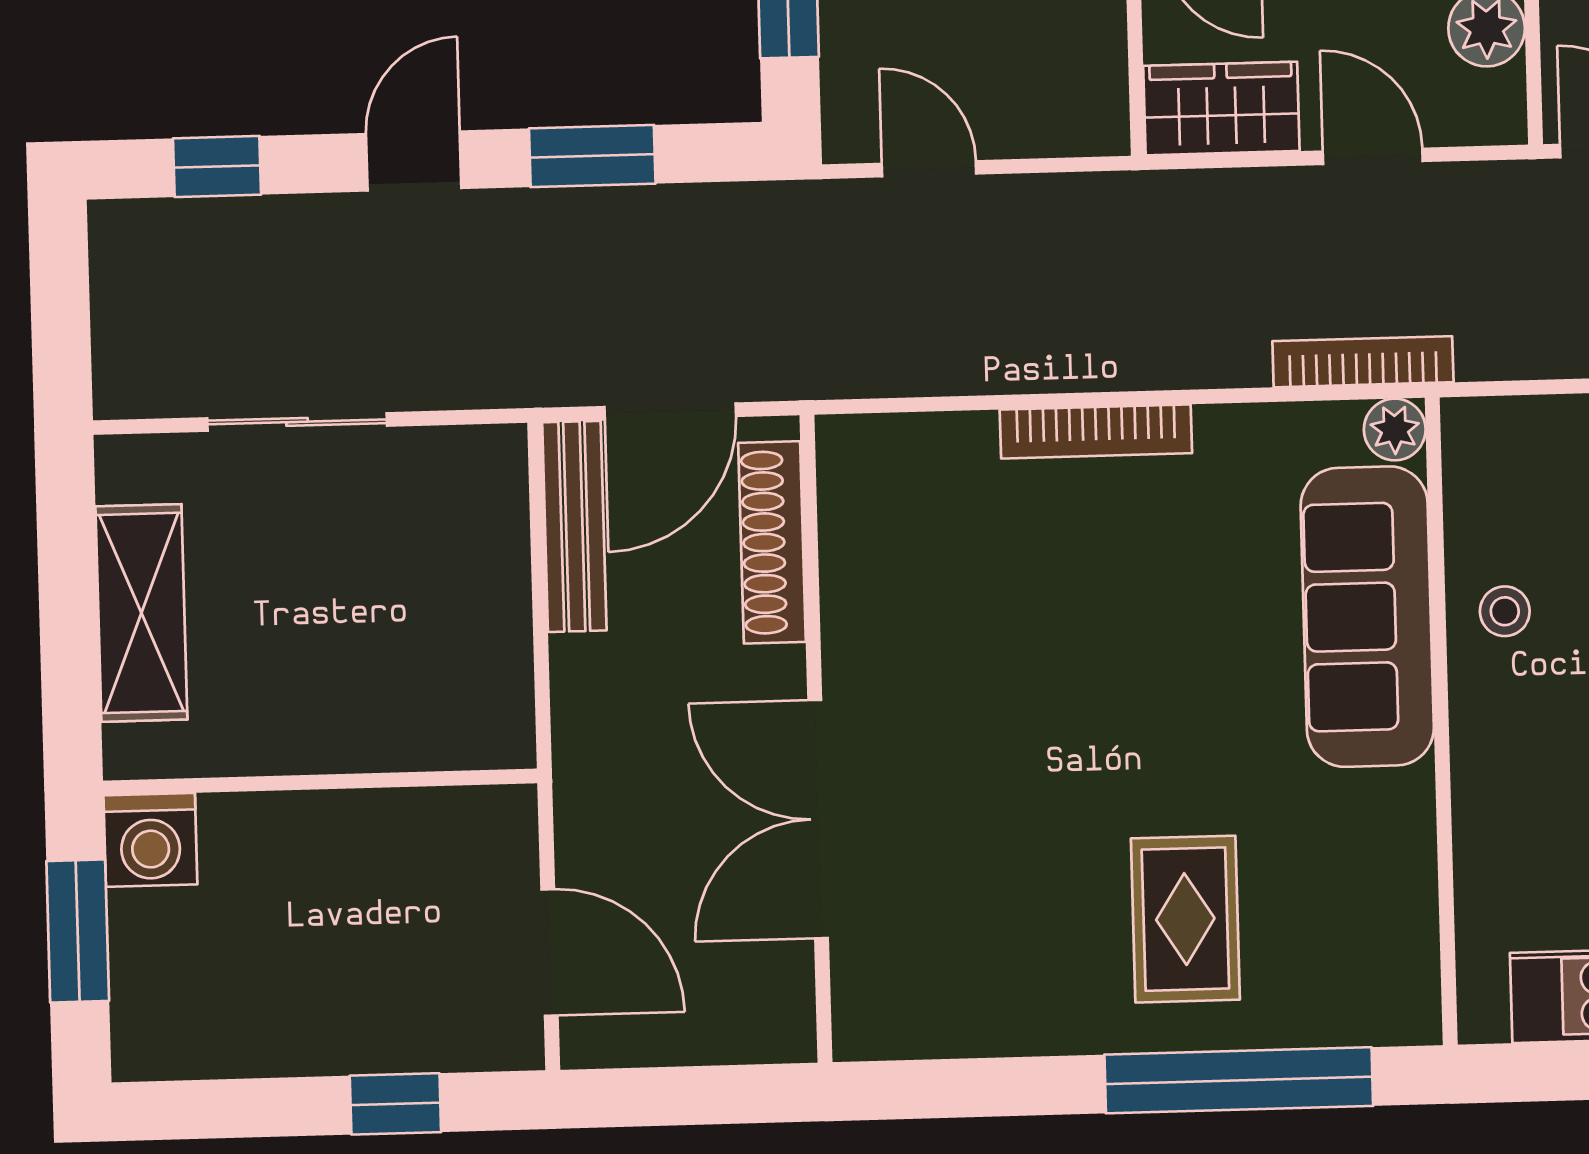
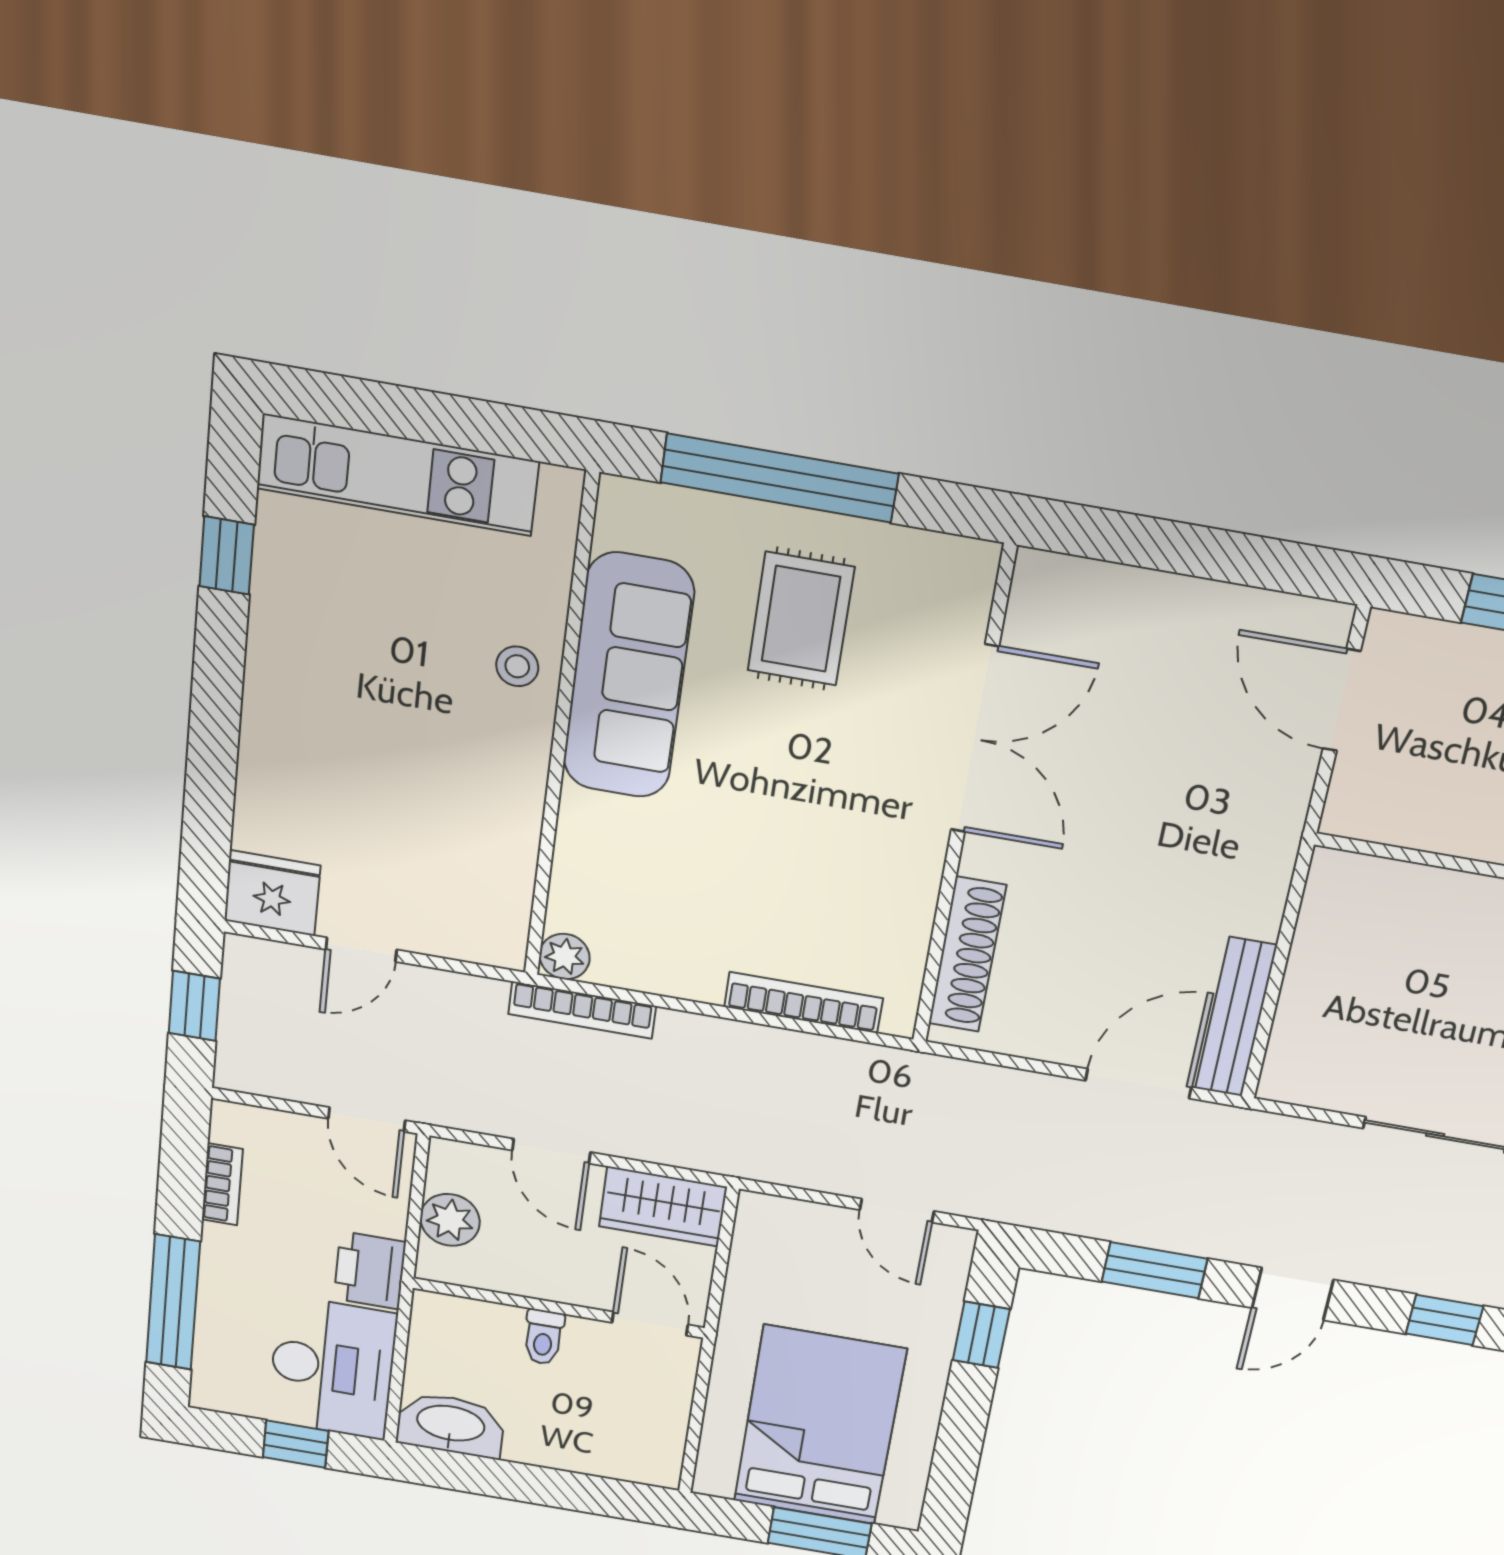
shoe rack: (772, 542) -> (967, 955), moved
stool: (1505, 611) -> (517, 666), moved
sofa: (1367, 617) -> (628, 676), moved
wall: (816, 739) -> (963, 801), moved
double door: (818, 819) -> (975, 739), moved

